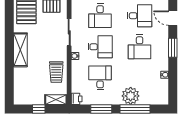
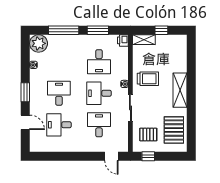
trolley: (56, 72) -> (148, 79), moved, turned 90
plant: (131, 96) -> (39, 43), moved

